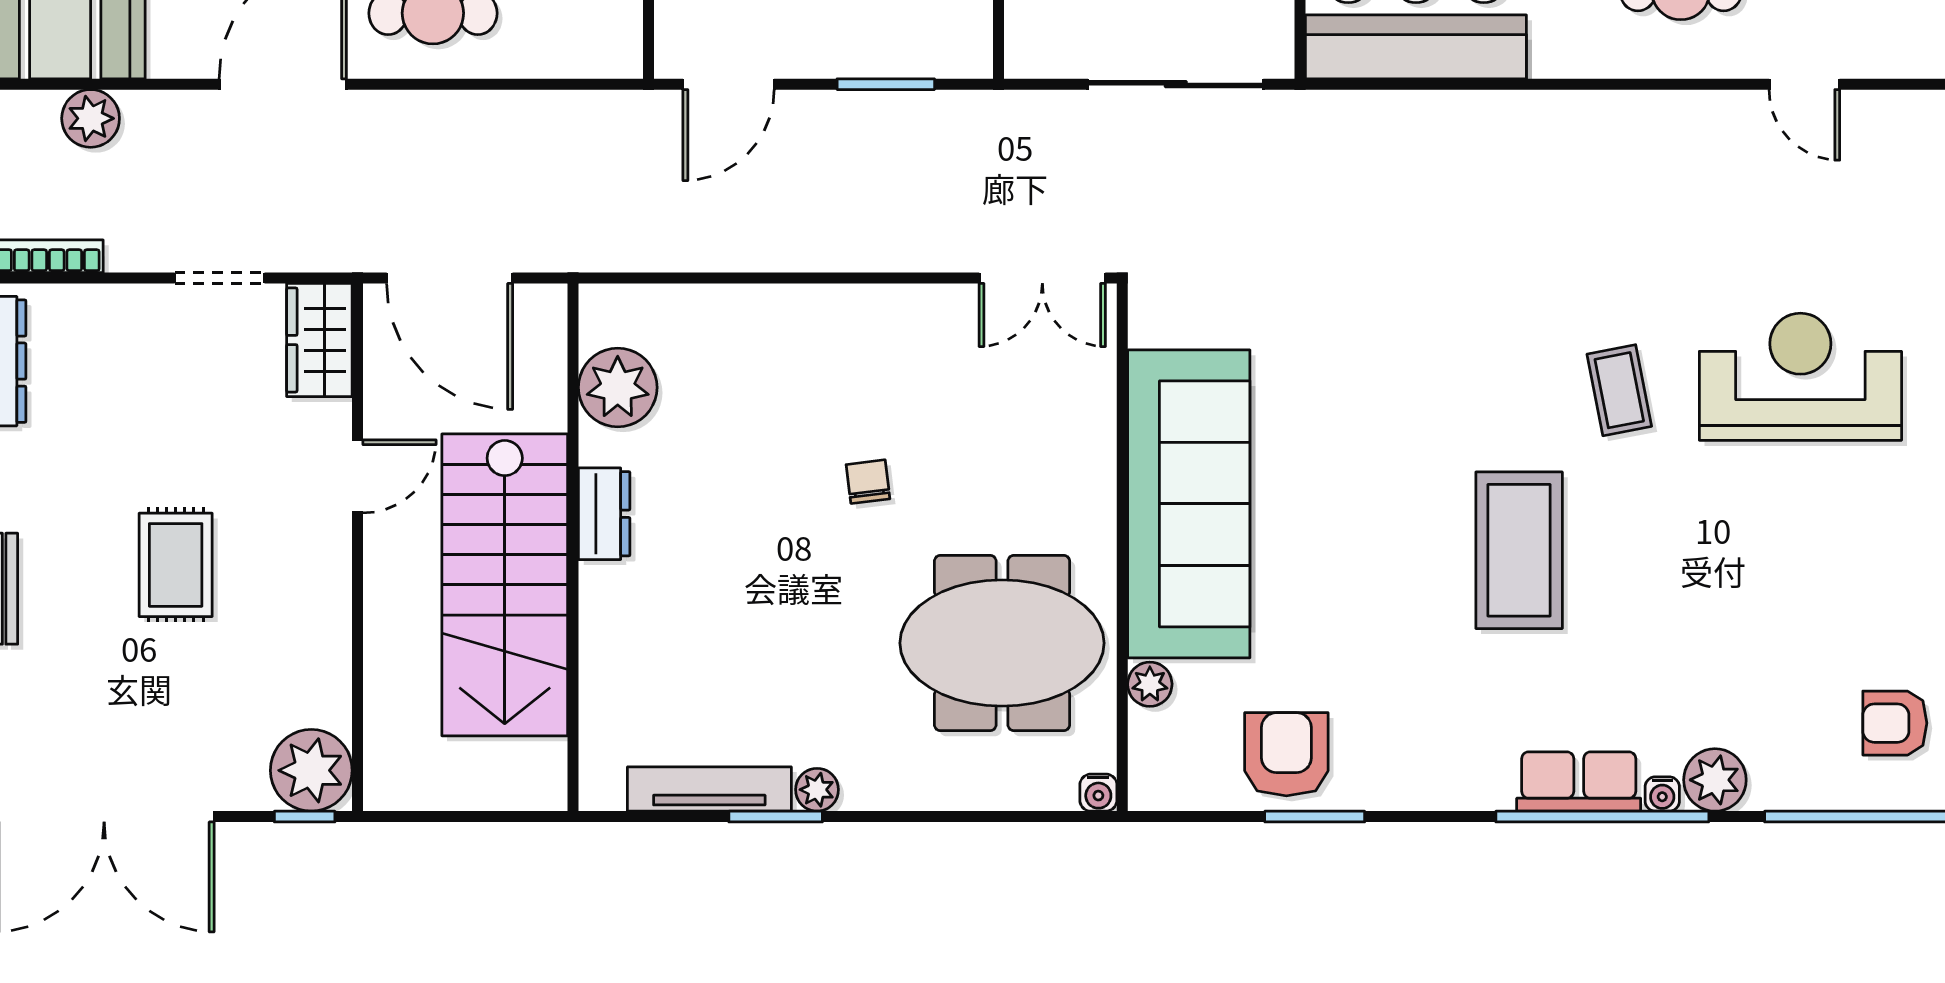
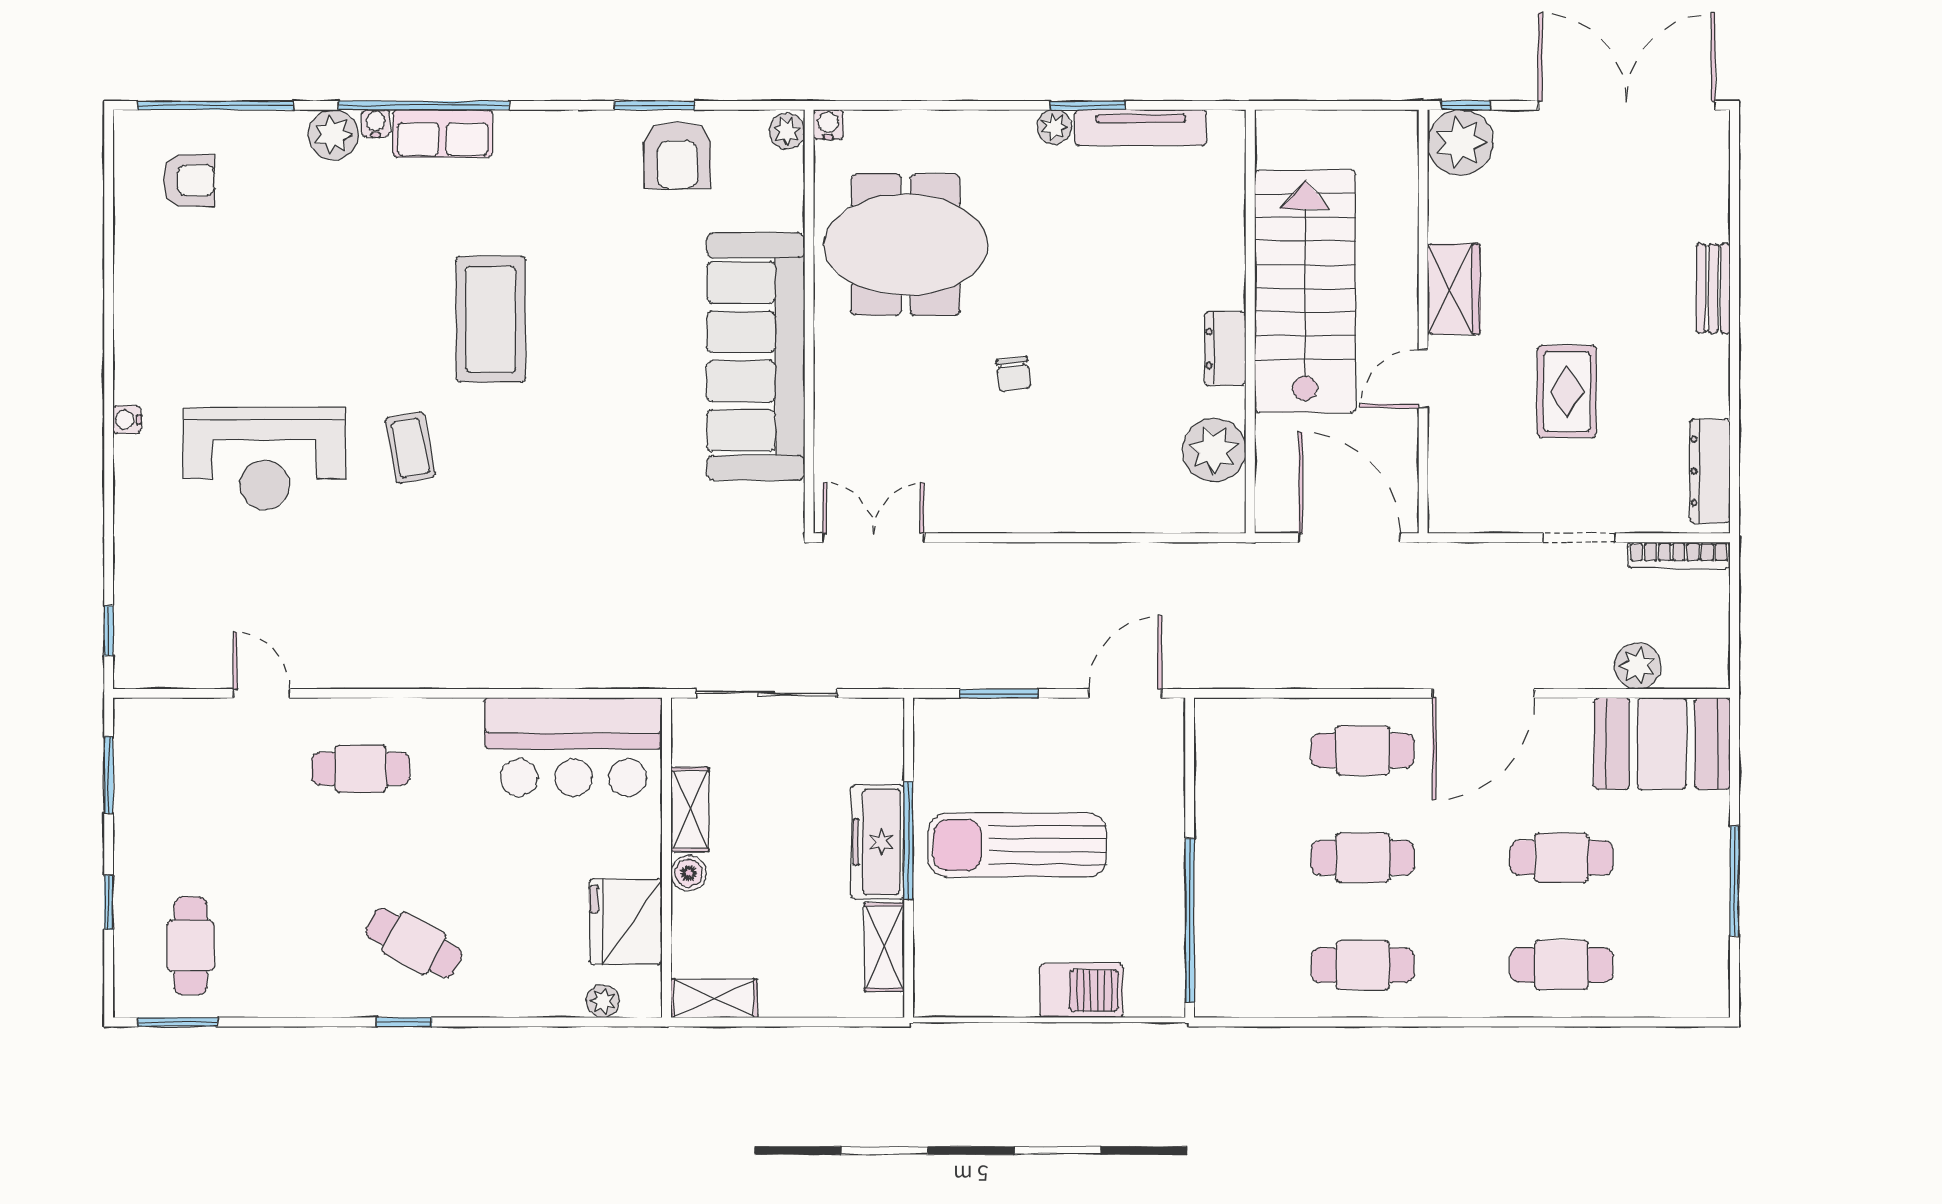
doorway: (220, 278) -> (1579, 538), moved
wardrobe: (319, 340) -> (1454, 289), moved
rug: (176, 565) -> (1567, 392), moved
plant: (1150, 684) -> (787, 131), moved

